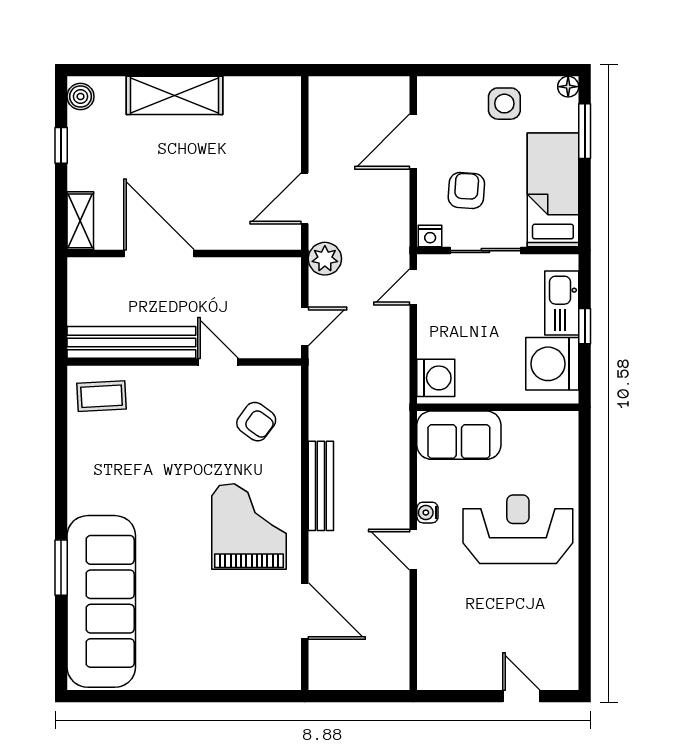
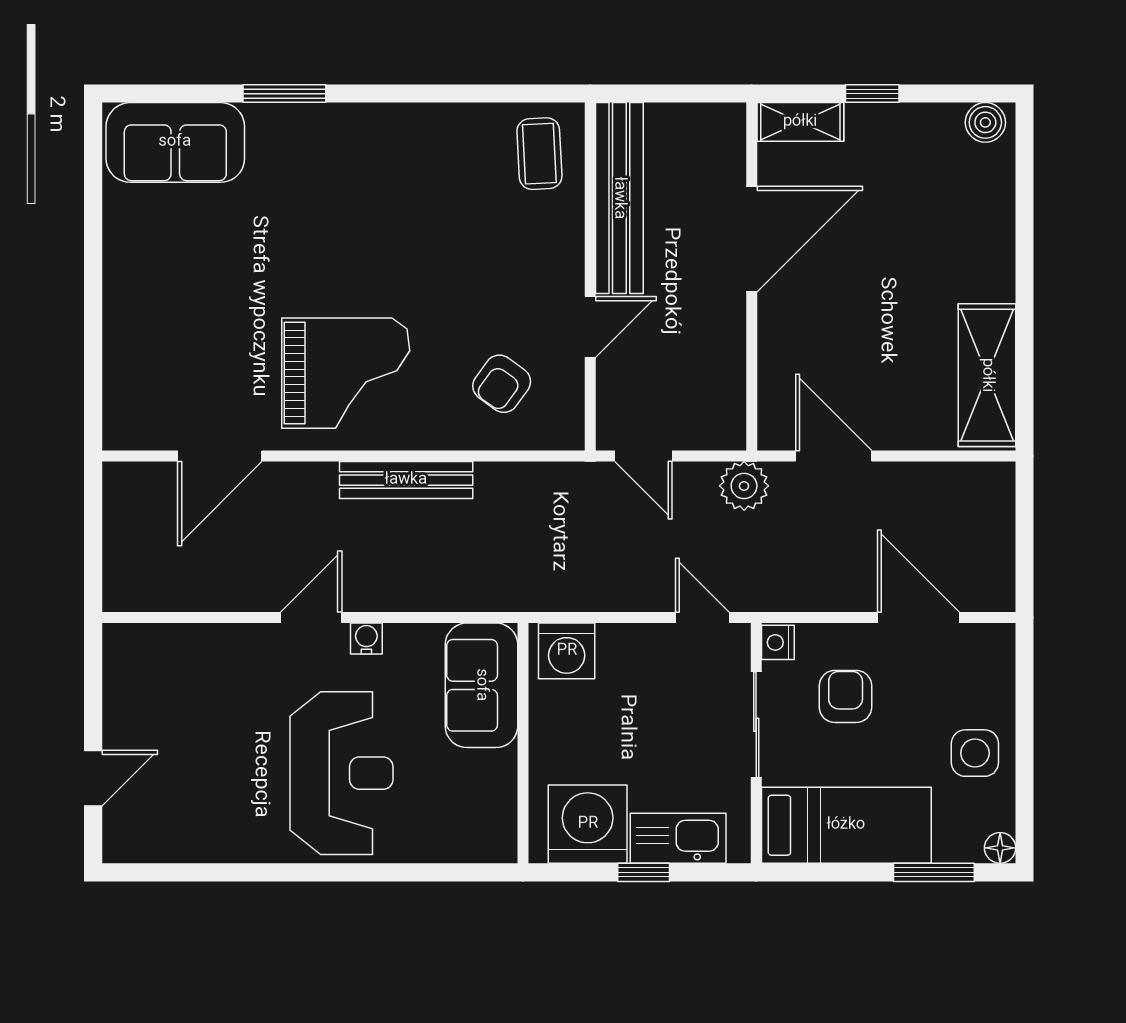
shelving: (175, 95) -> (987, 375), moved
window: (61, 145) -> (872, 94), moved
armchair: (466, 190) -> (846, 696), turned -94
sofa: (101, 601) -> (175, 142), width x0.54, depth x0.79

